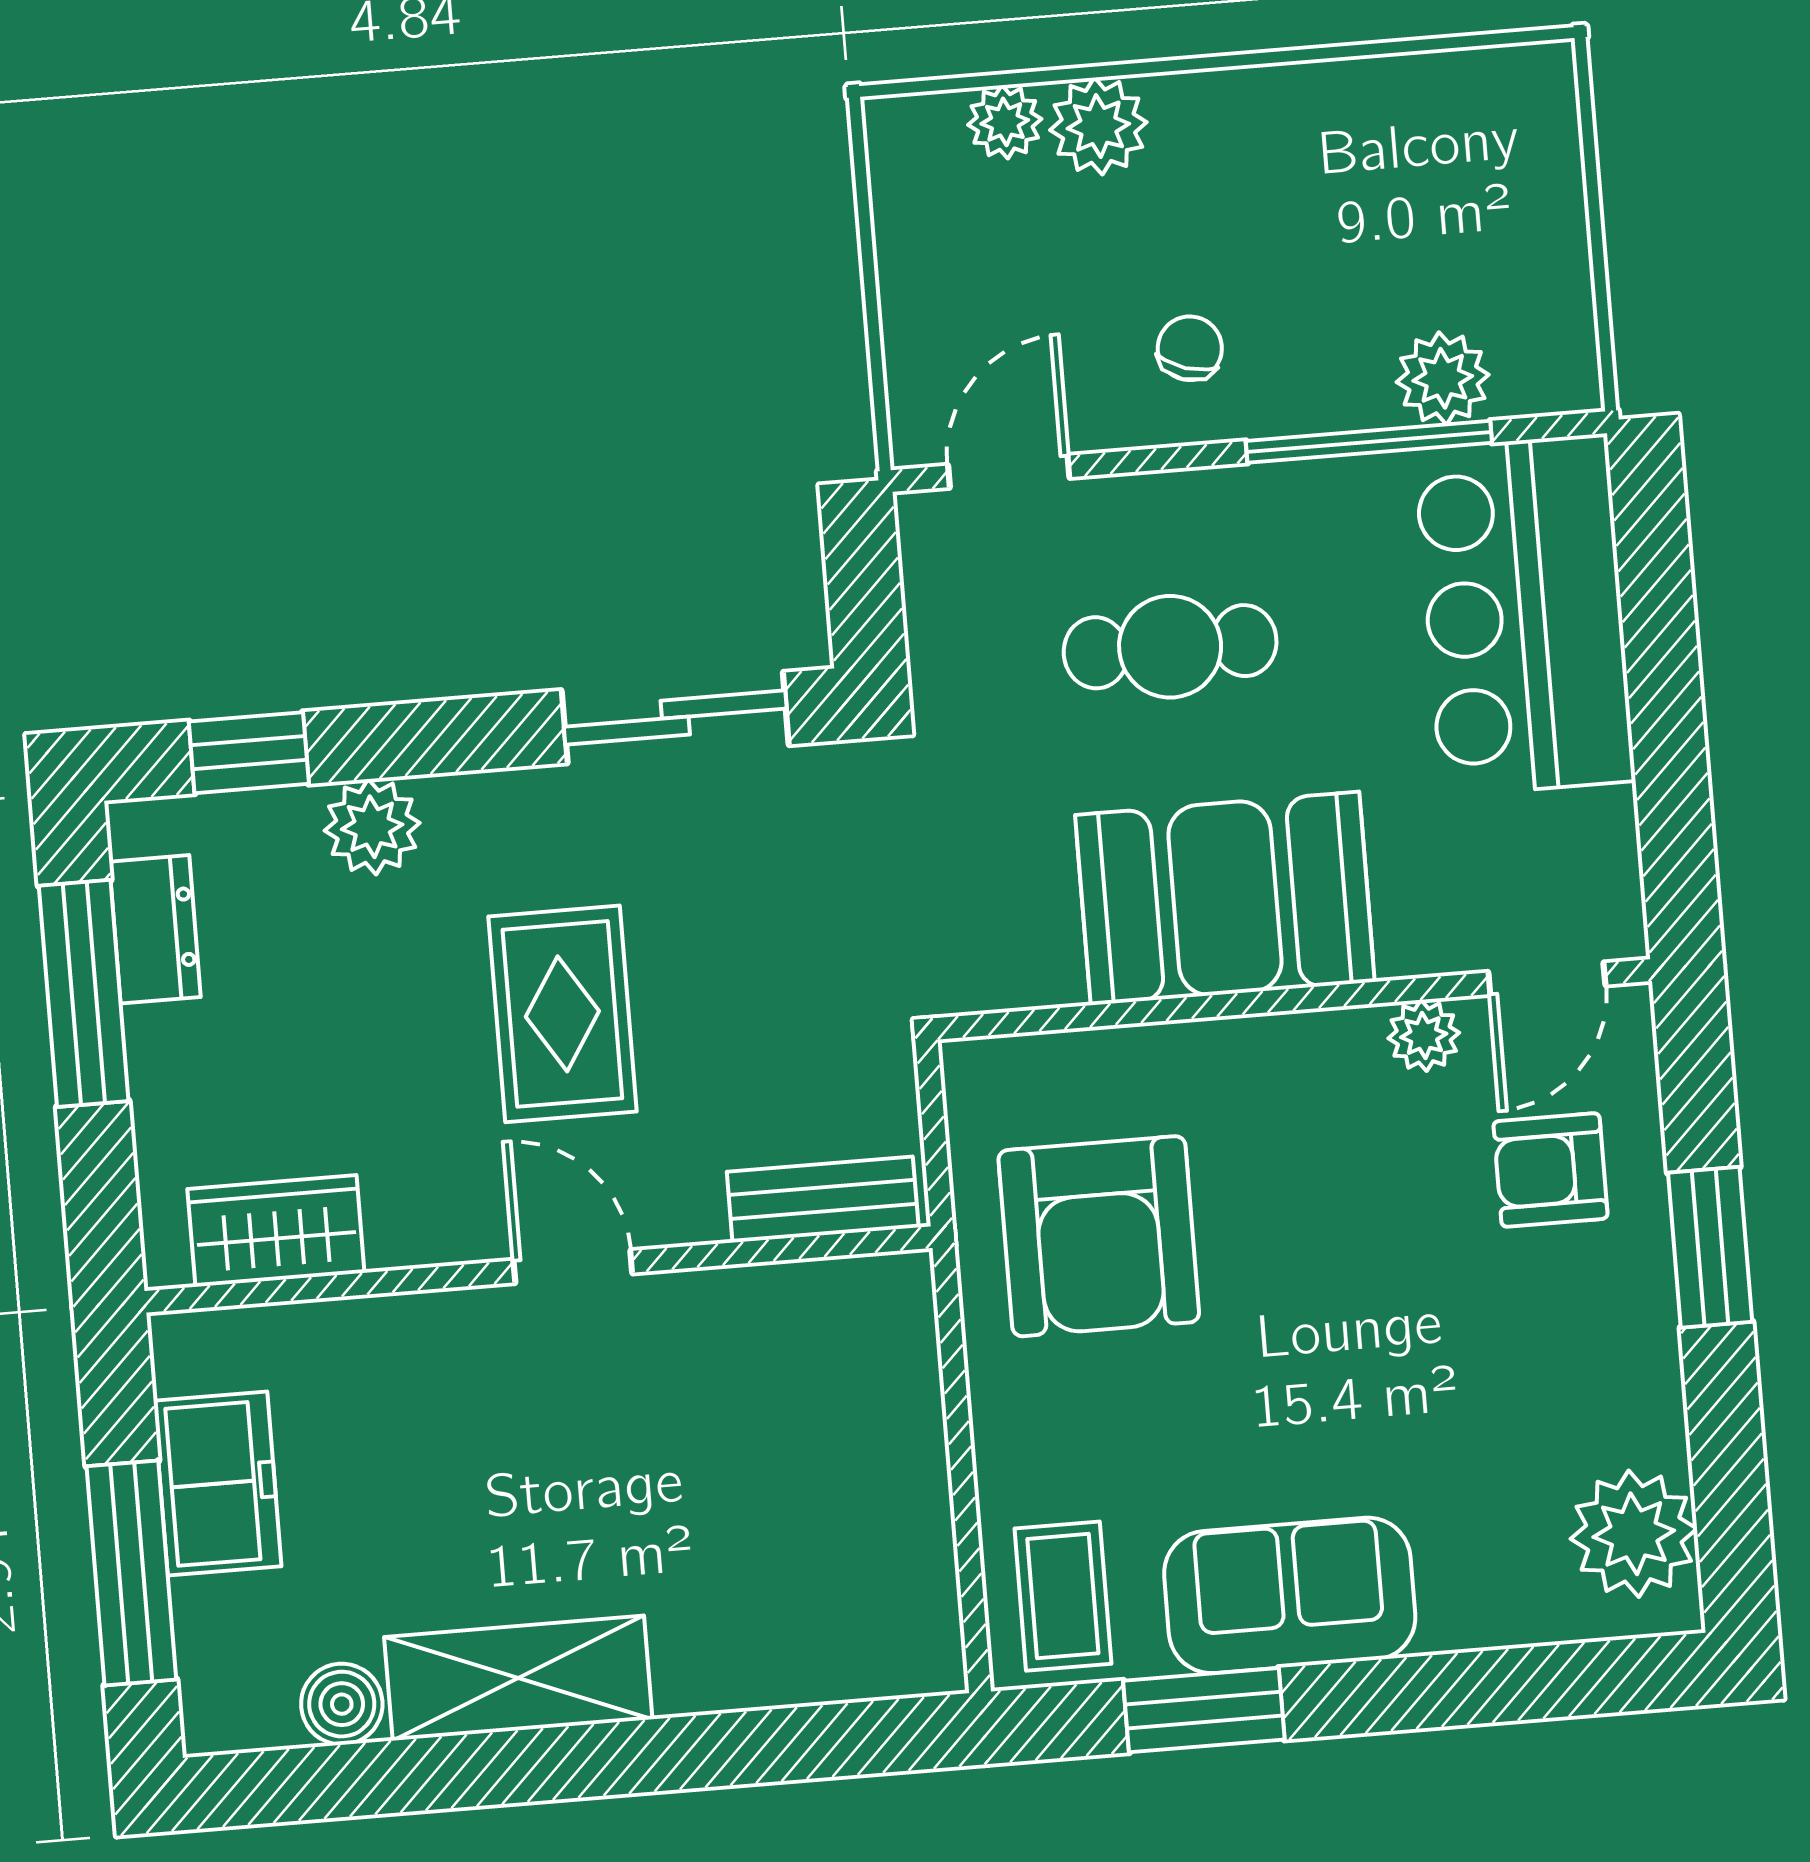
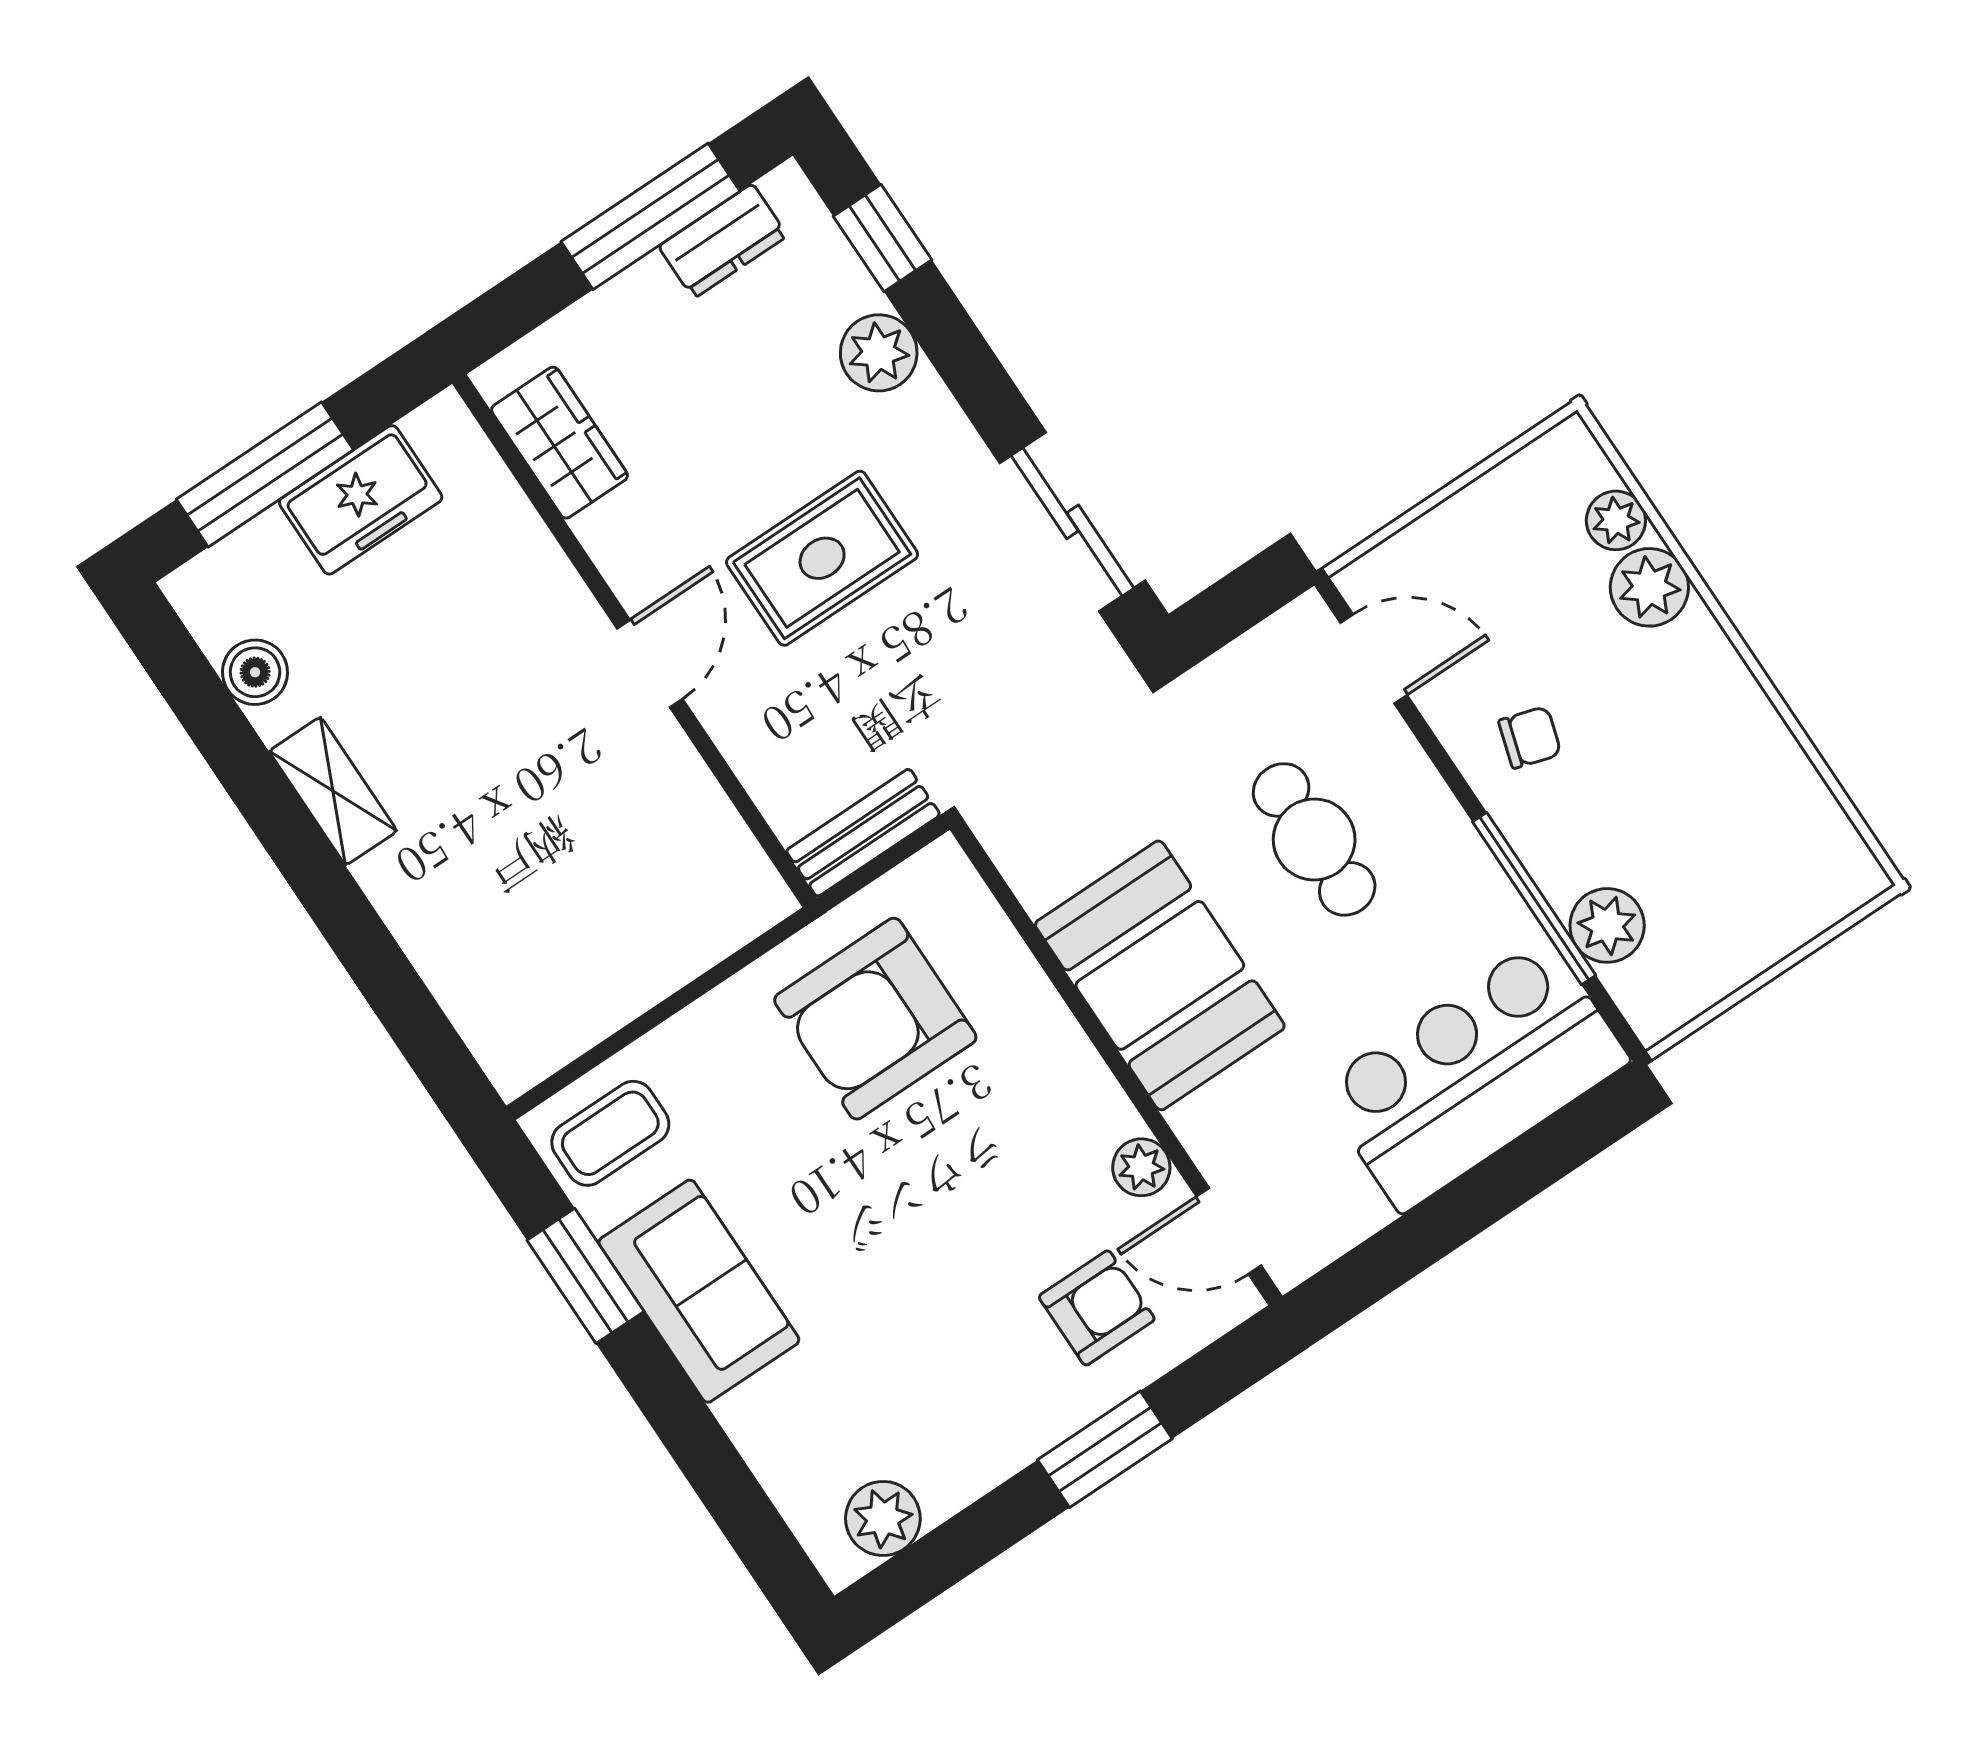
armchair: (1550, 1170) -> (1097, 1308), turned 90
bench: (823, 1200) -> (863, 833), moved, turned 90
plant: (1634, 1534) -> (883, 1518), width x0.73, depth x0.73
shelving: (518, 1678) -> (333, 791), width x0.67, depth x0.75

